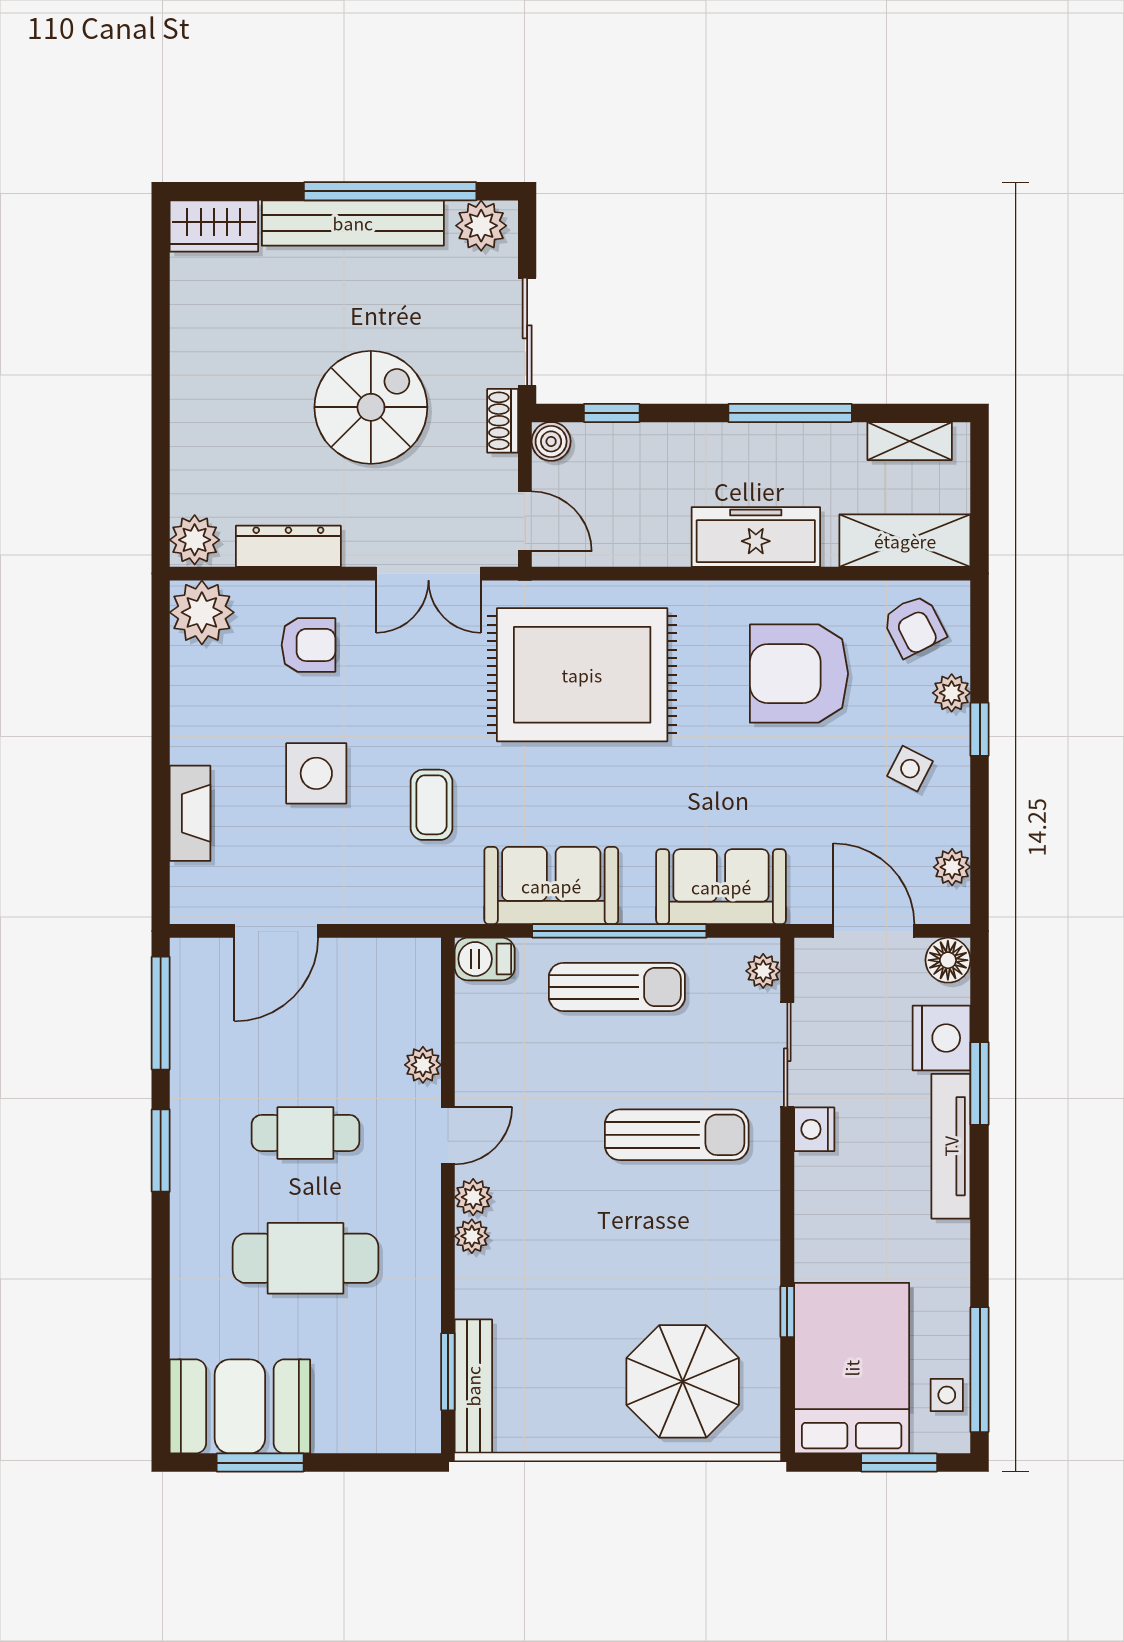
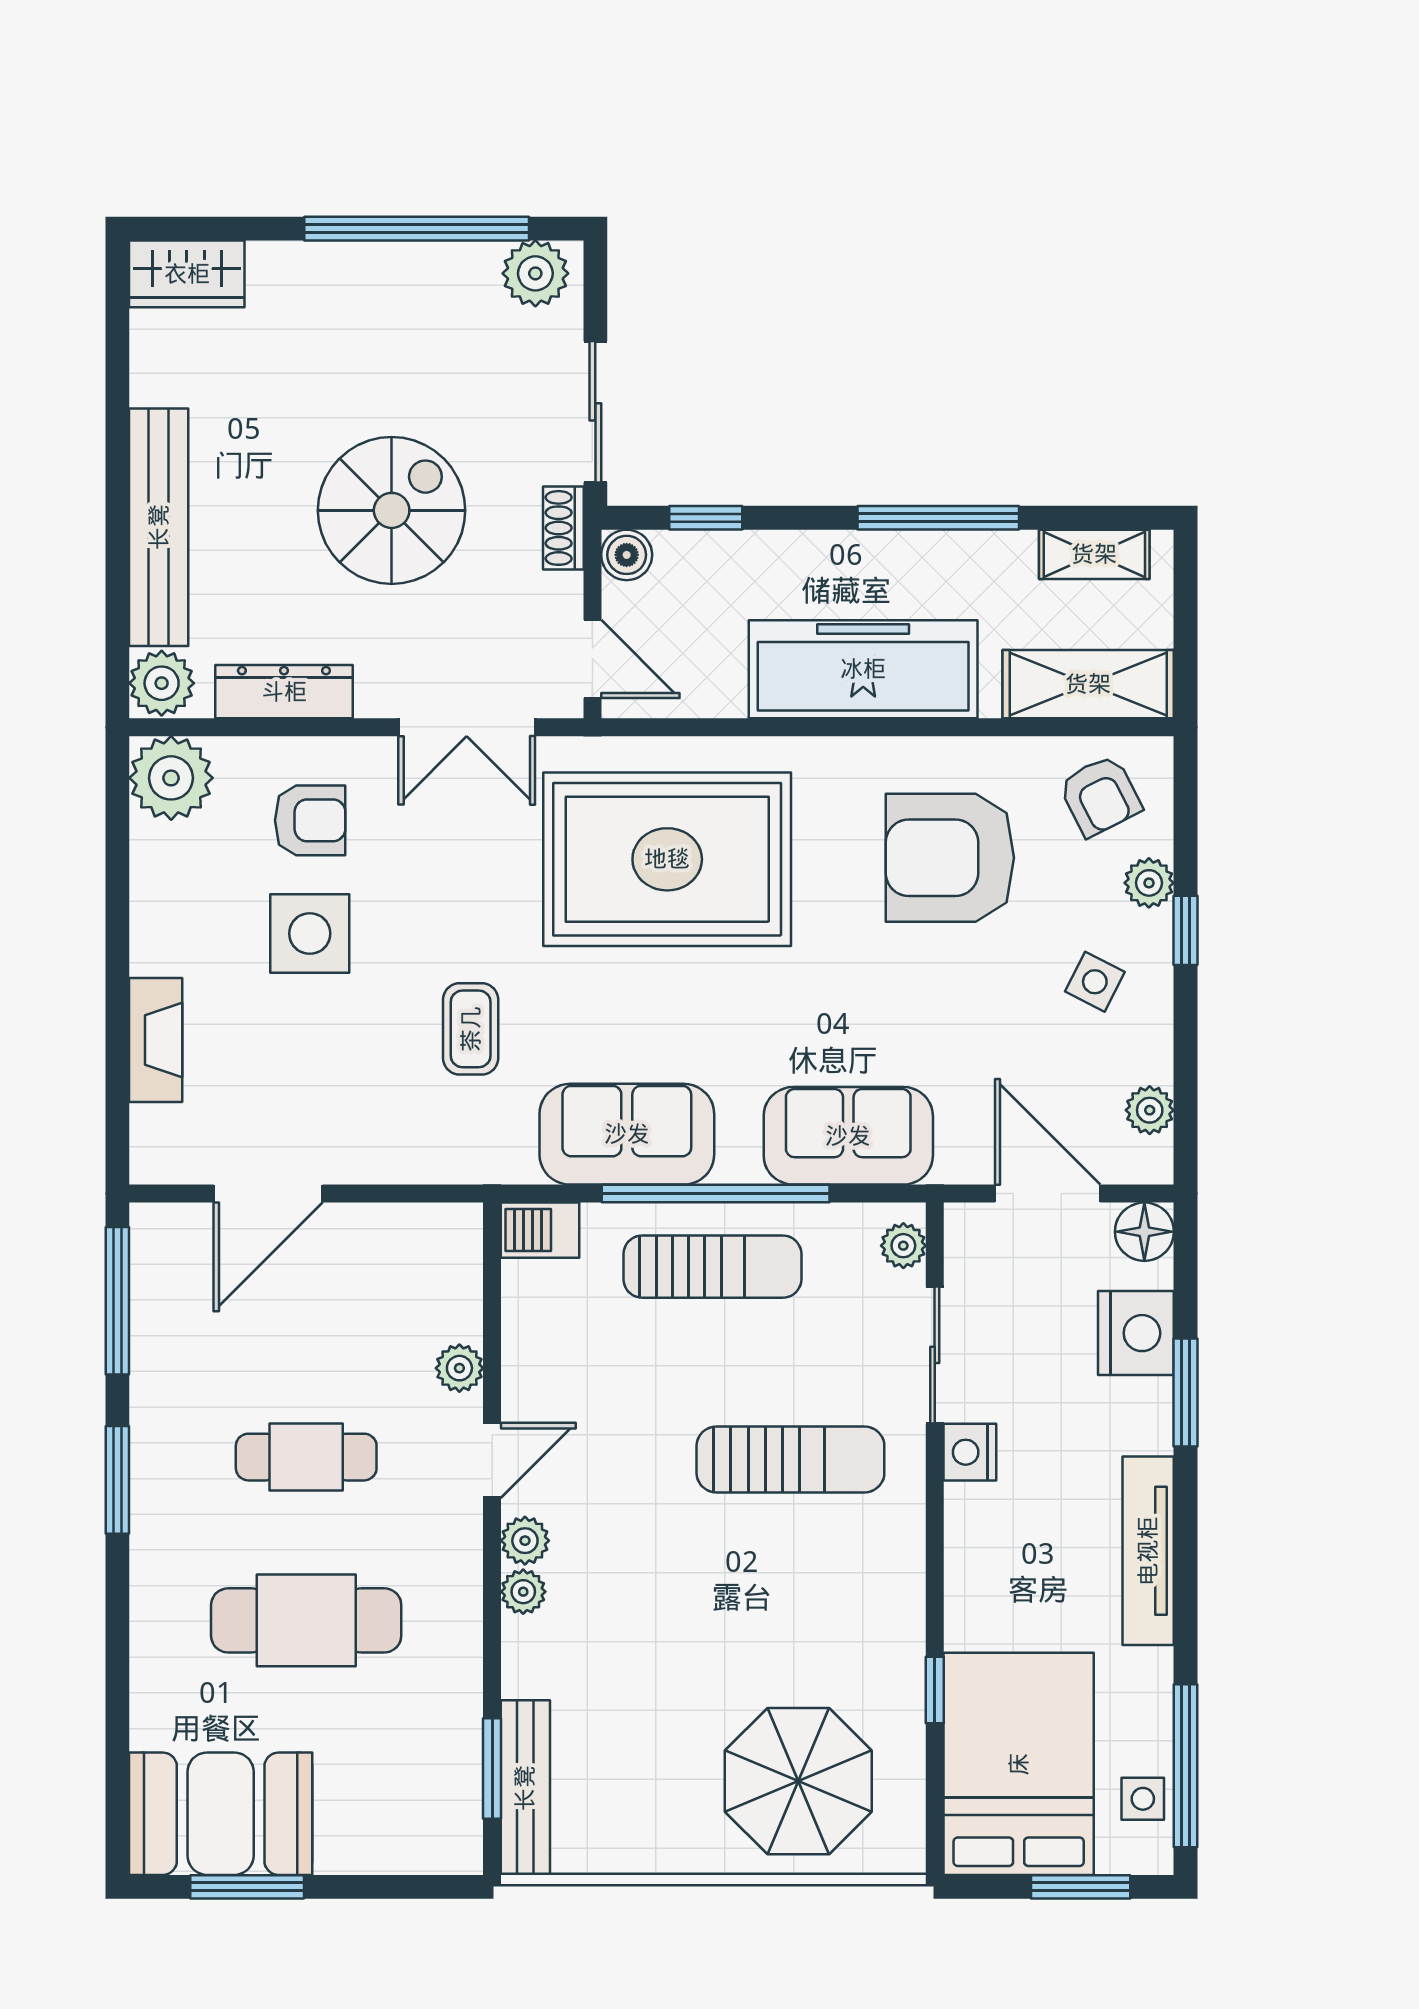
bench: (353, 223) -> (159, 527), moved, turned 90
freezer: (756, 537) -> (863, 669), width x1.36, depth x1.26
side table: (316, 773) -> (310, 933), moved
tv unit: (951, 1146) -> (1148, 1551), moved

